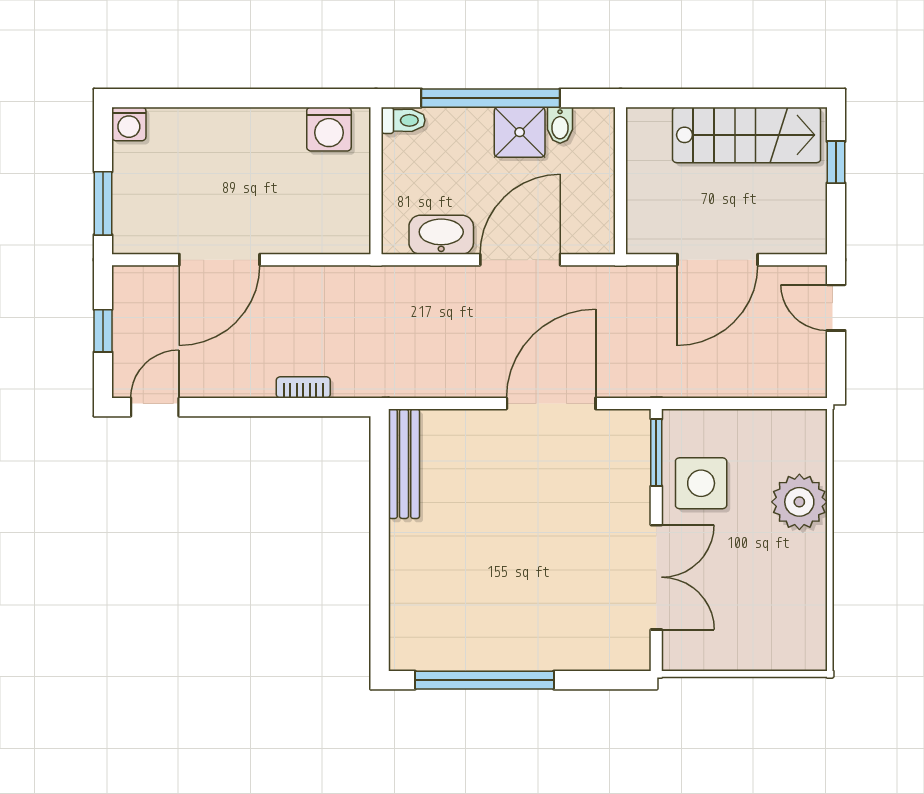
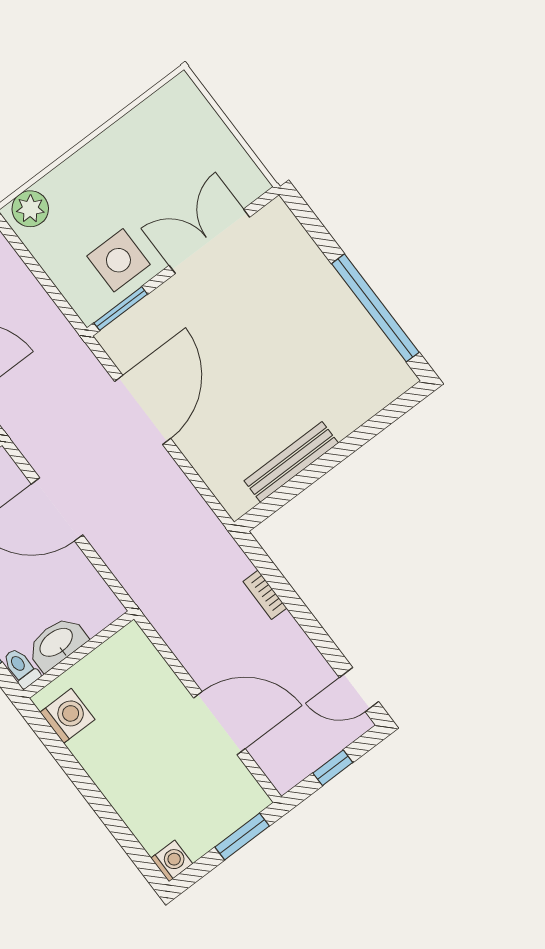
washbasin: (441, 235) -> (57, 643), moved, turned 90
door: (551, 403) -> (143, 410), swing flipped
bench: (404, 464) -> (291, 462), moved
plant: (799, 502) -> (30, 209), moved, width x0.73, depth x0.73

